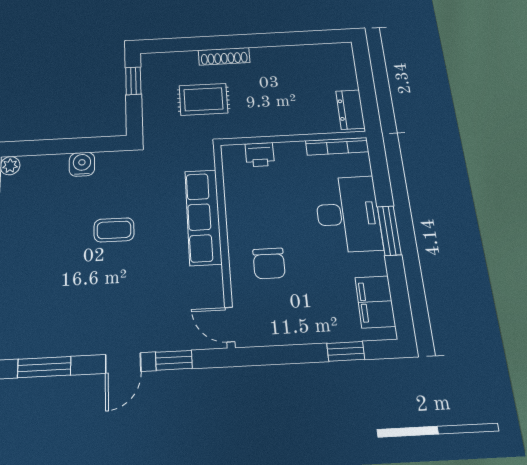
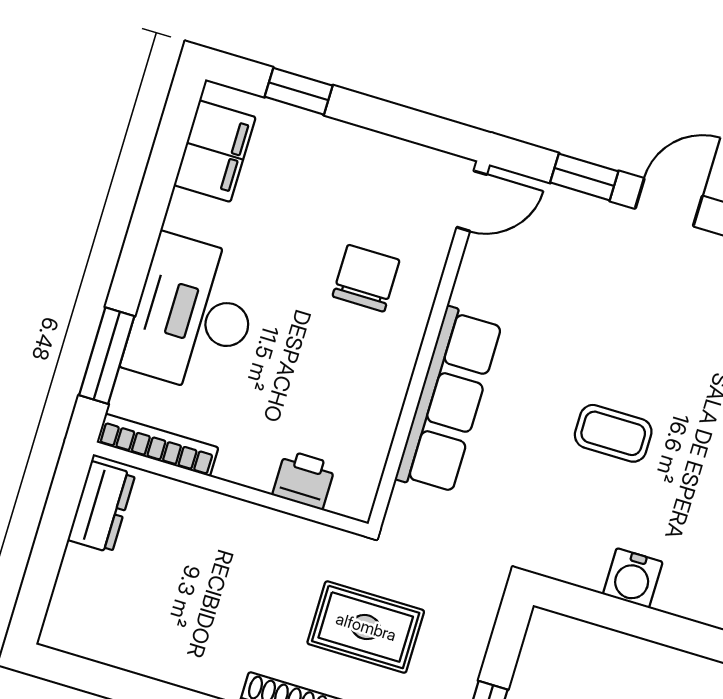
window: (389, 231) -> (107, 356), moved
door: (230, 325) -> (472, 201), hinge flipped

